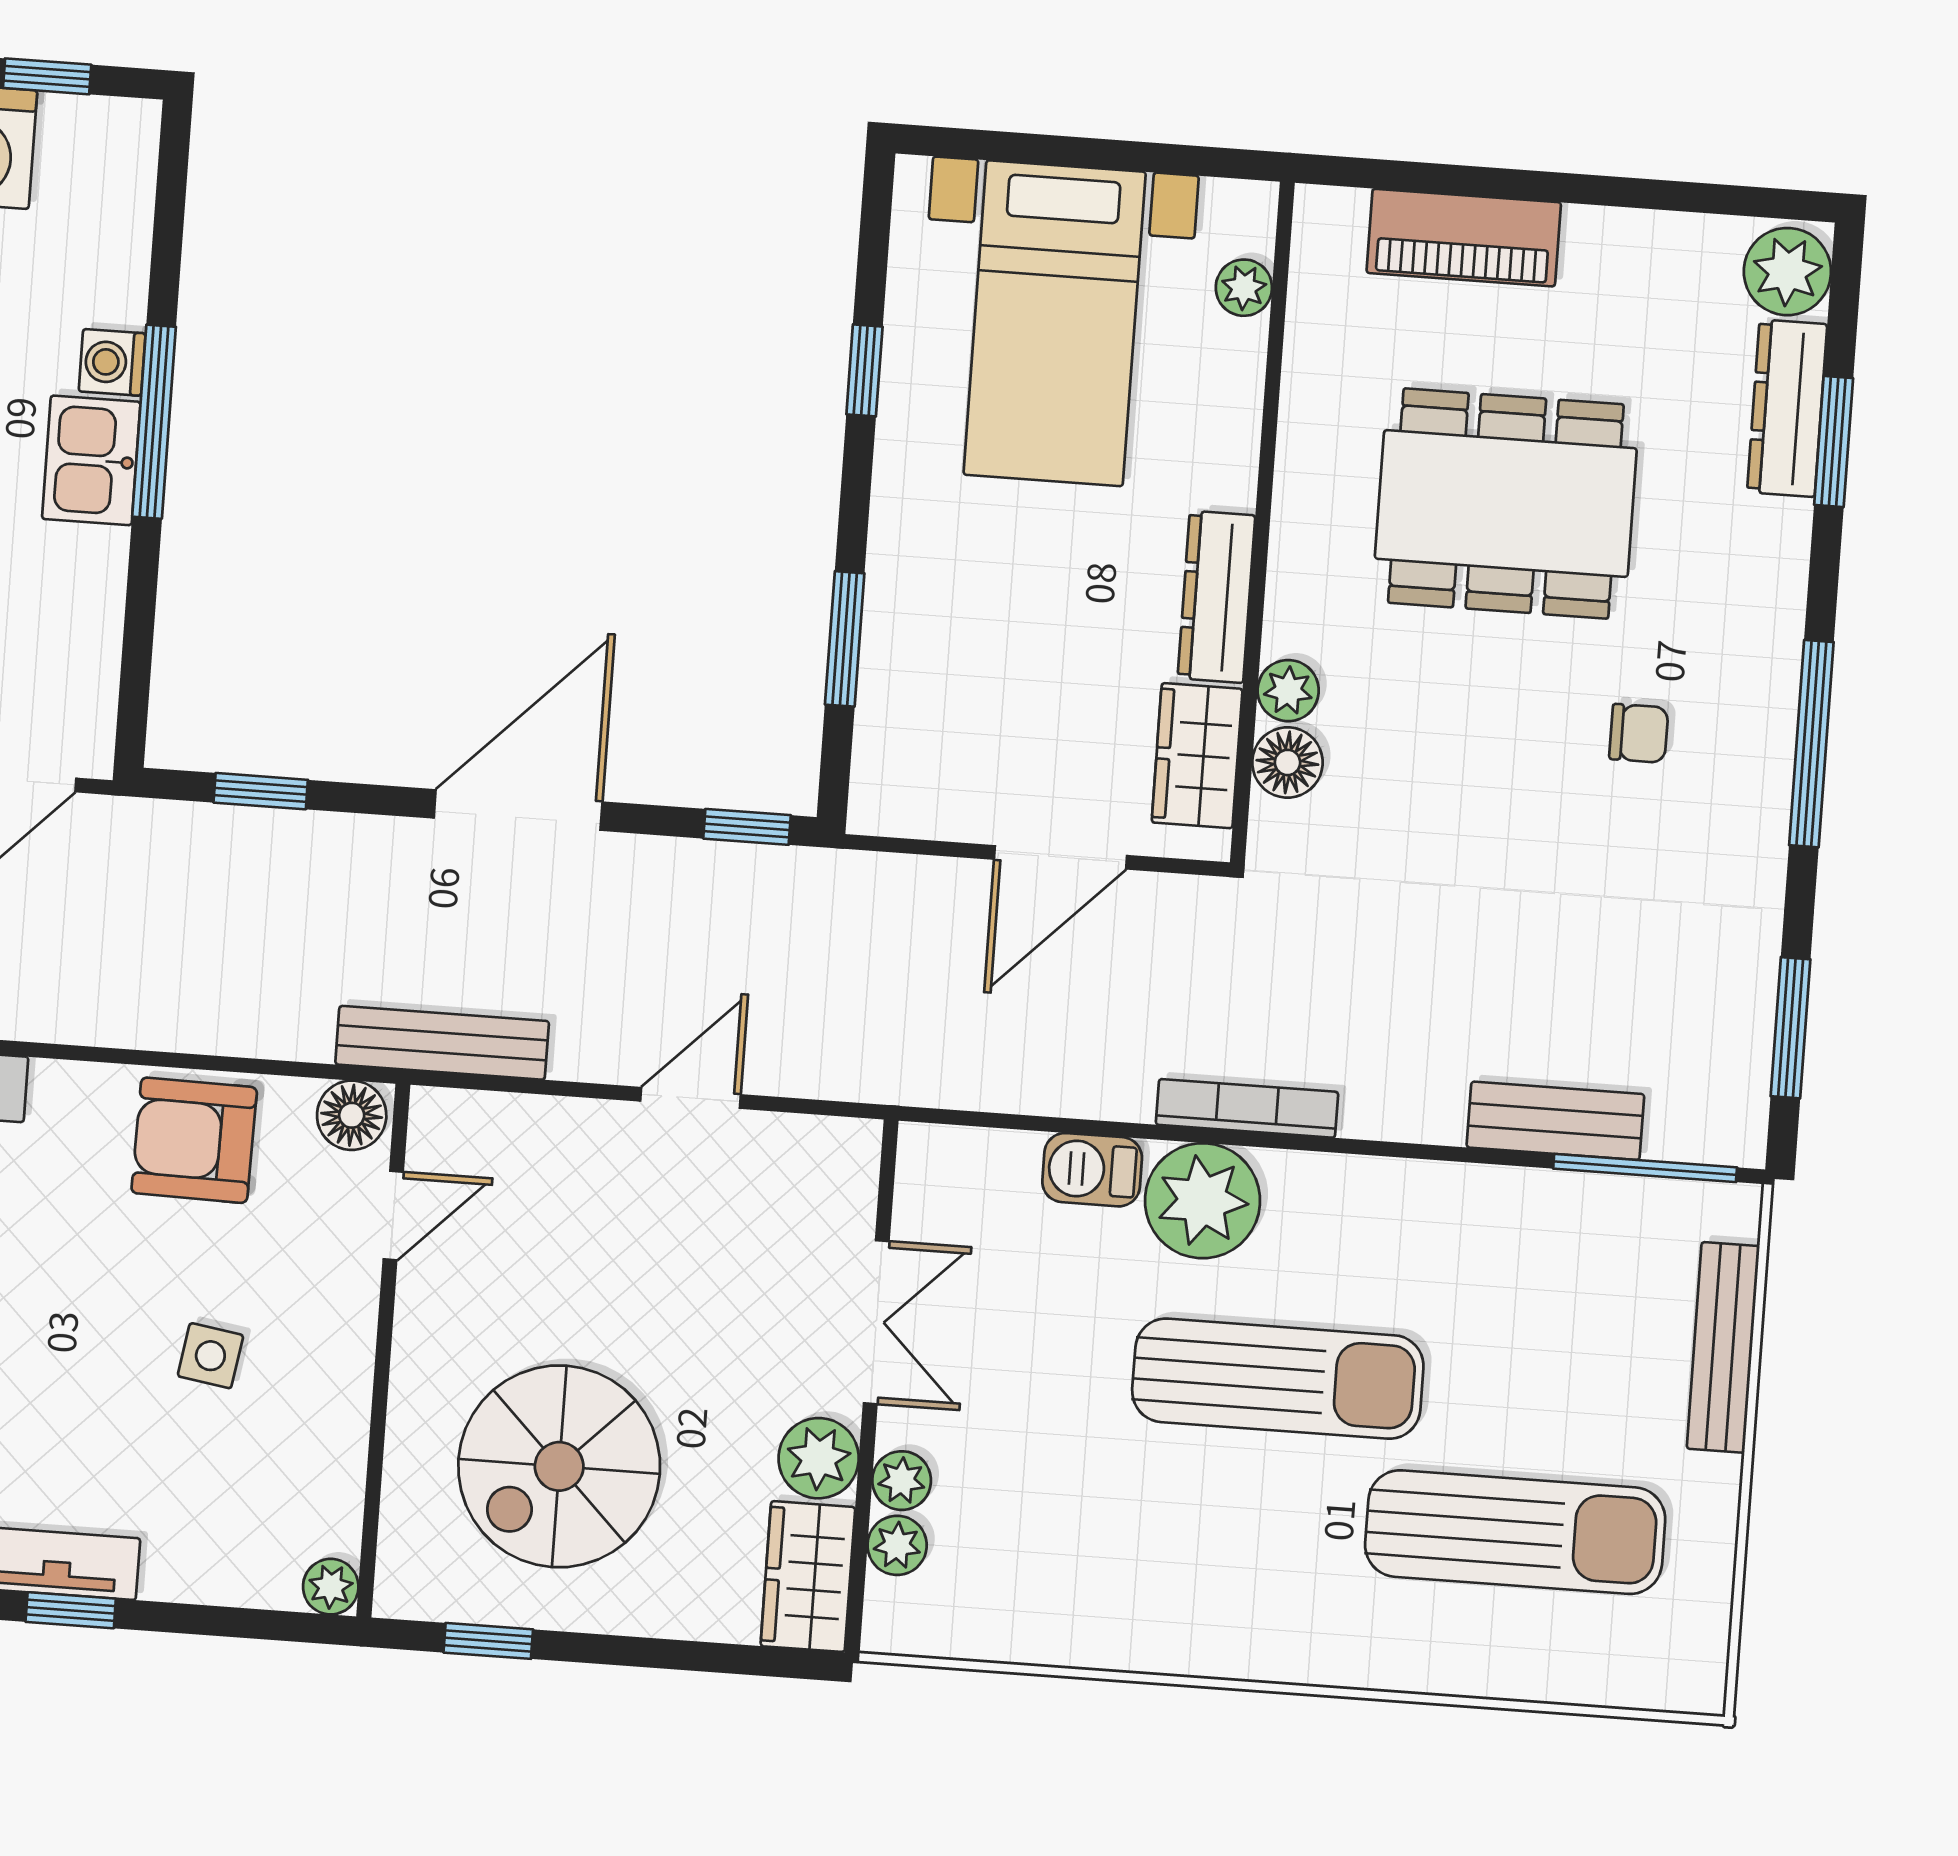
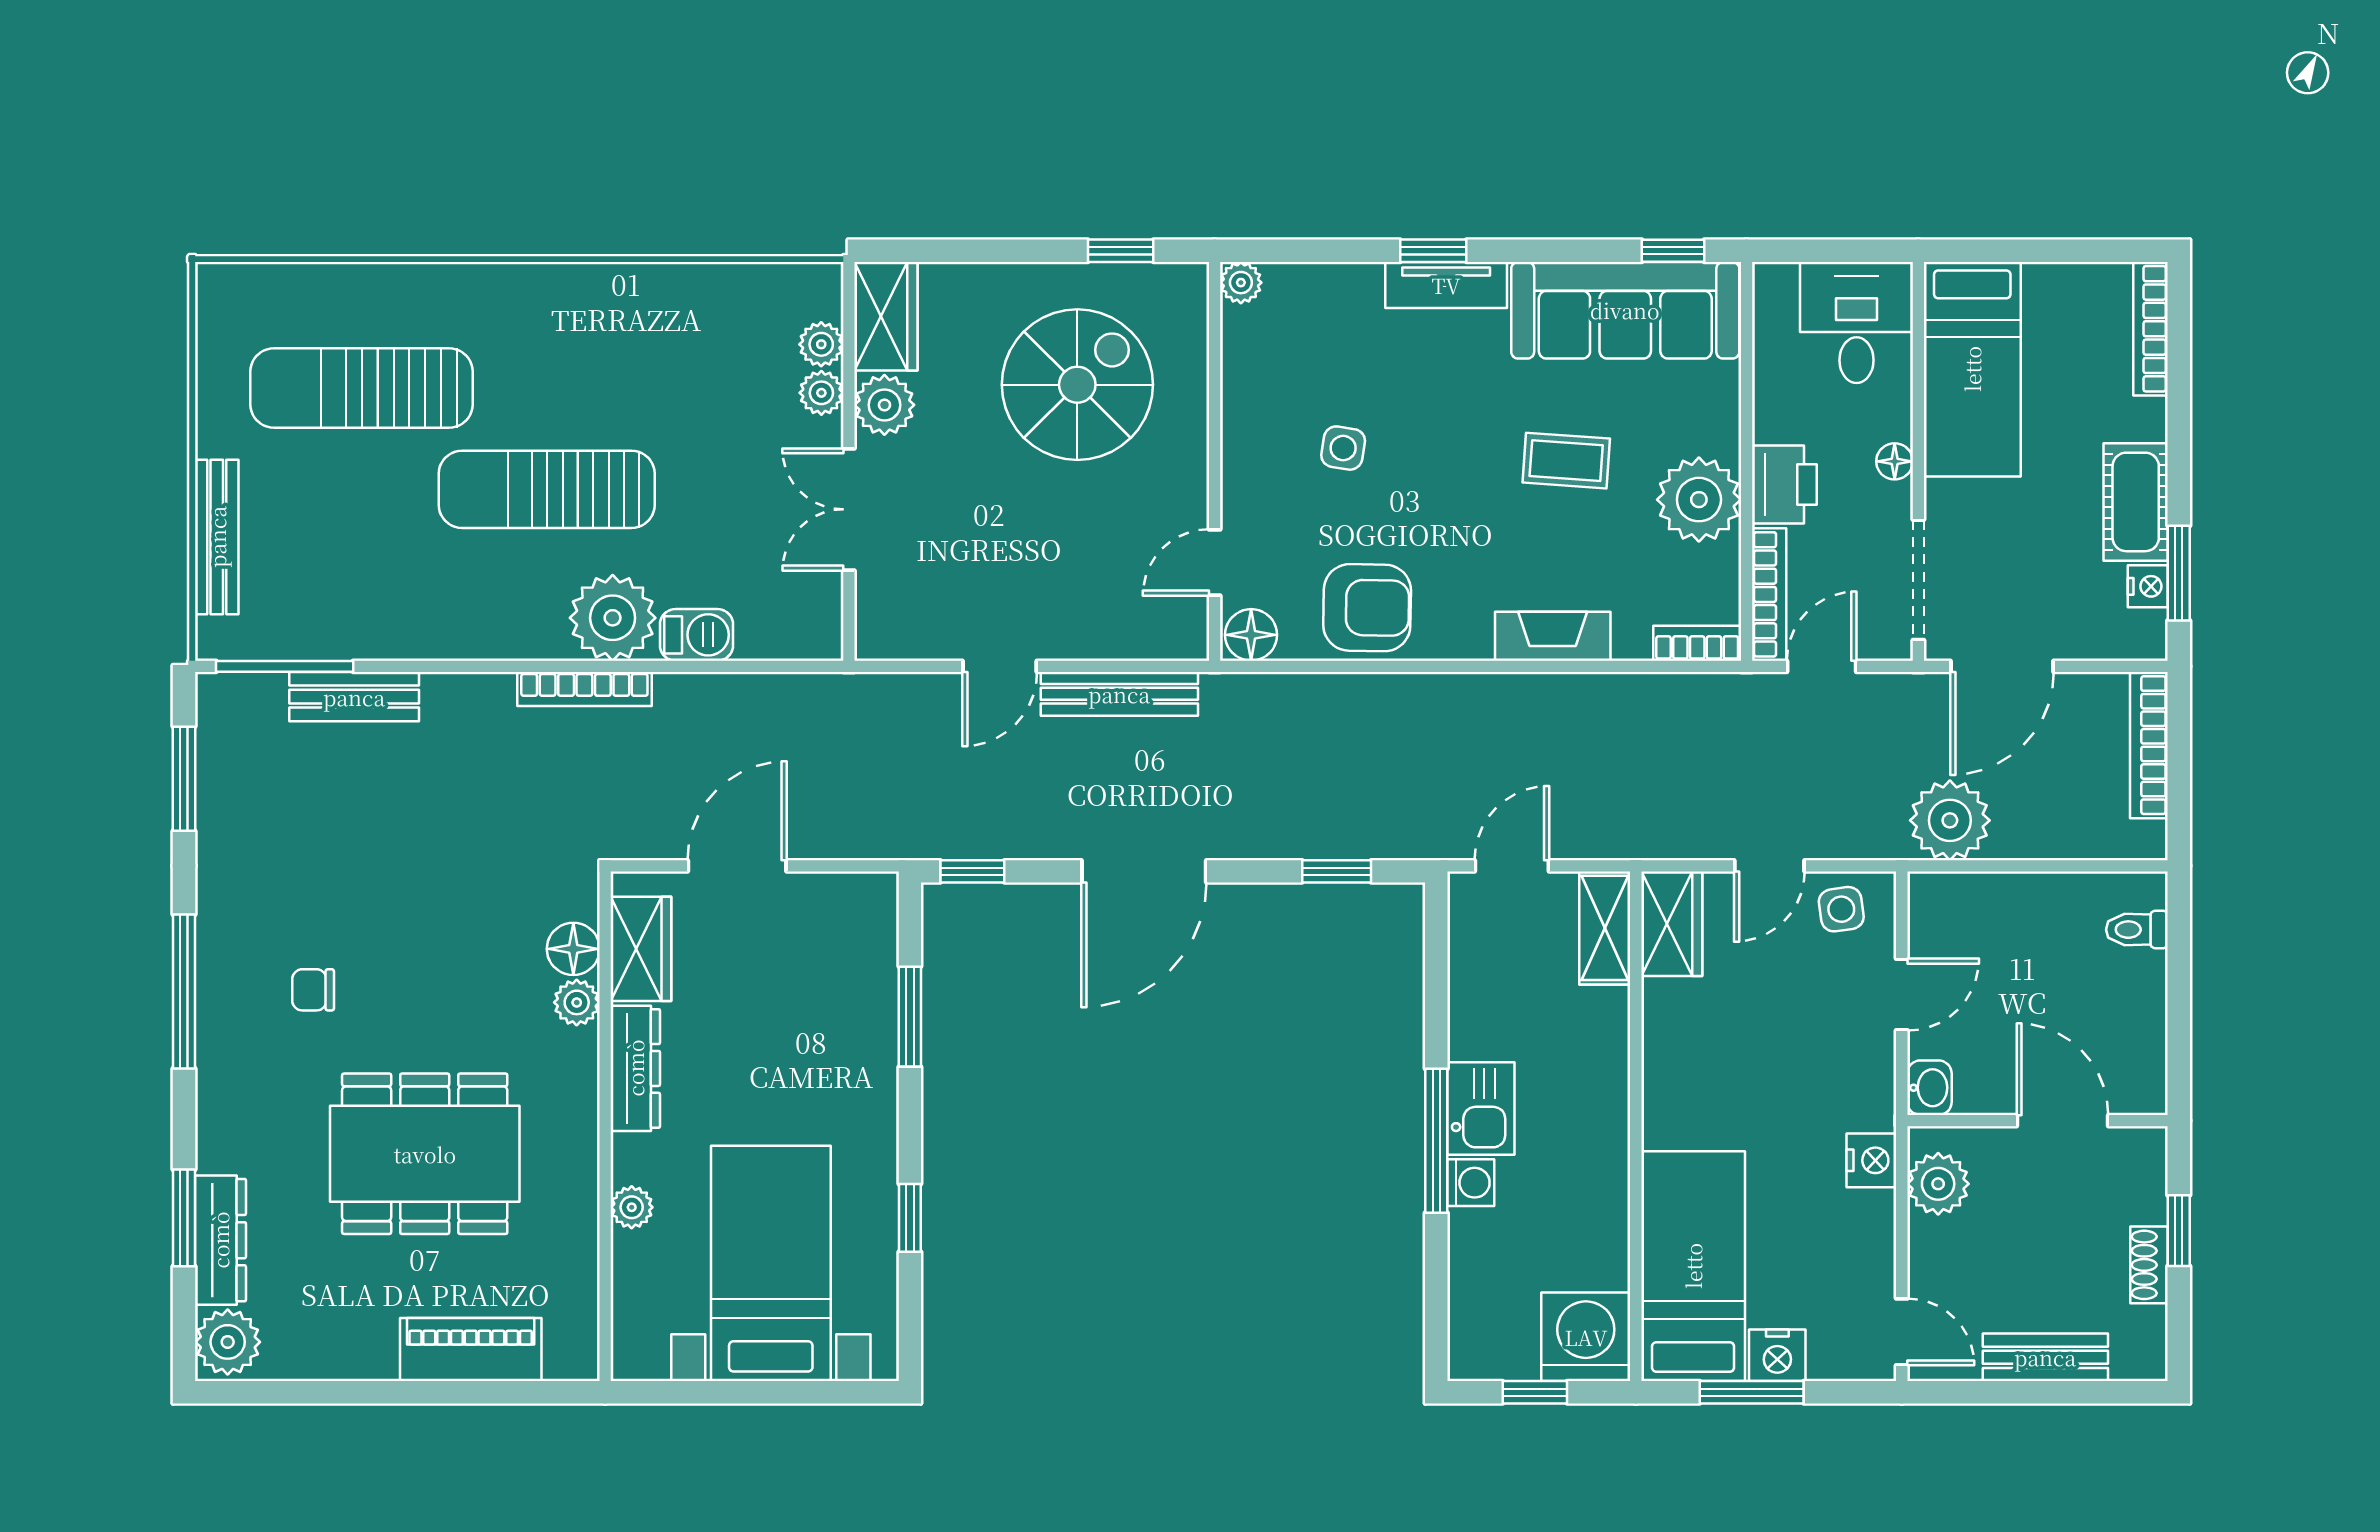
plant: (1244, 288) -> (632, 1207), moved
bench: (442, 1043) -> (1119, 694), moved

